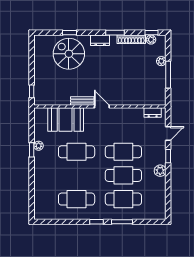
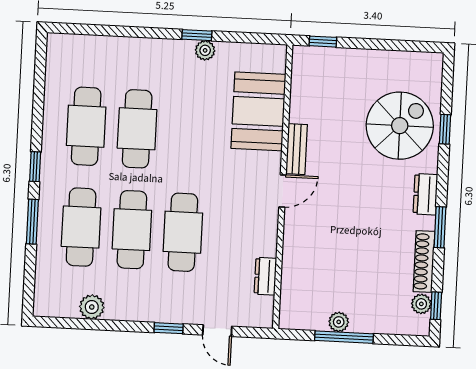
plant: (161, 61) -> (339, 322), moved
dresser: (153, 112) -> (265, 276), moved
cafe table: (77, 152) -> (137, 129), moved
plant: (160, 171) -> (92, 307), moved

